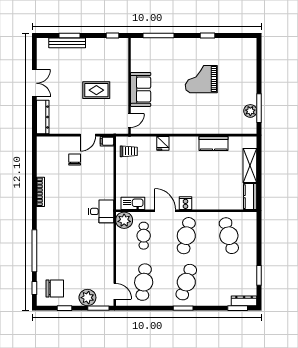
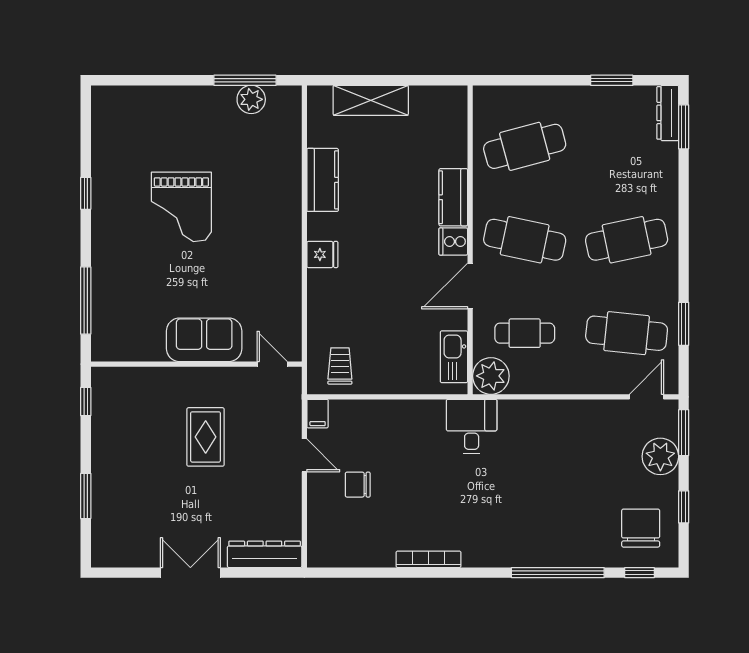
bench: (67, 43) -> (102, 501), removed
fridge: (163, 143) -> (322, 254), moved
kitchen counter: (250, 197) -> (453, 197), moved, turned 90
cafe table: (186, 282) -> (627, 240), turned -30
window: (183, 308) -> (684, 324), moved

